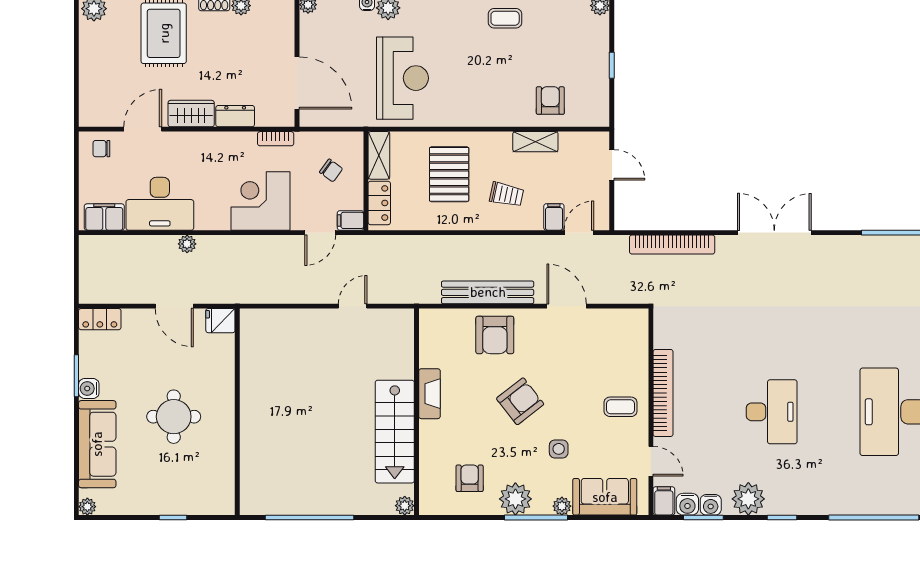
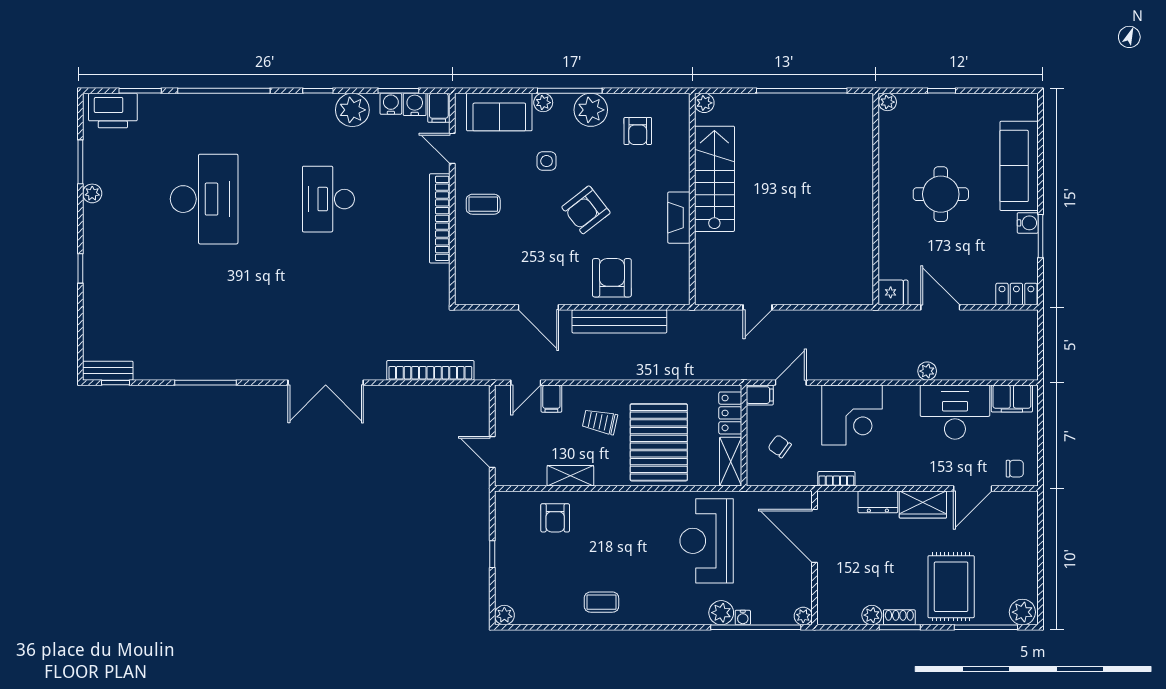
pallet: (449, 174) -> (659, 442), width x1.37, depth x1.41
plant: (87, 507) -> (887, 102), moved

